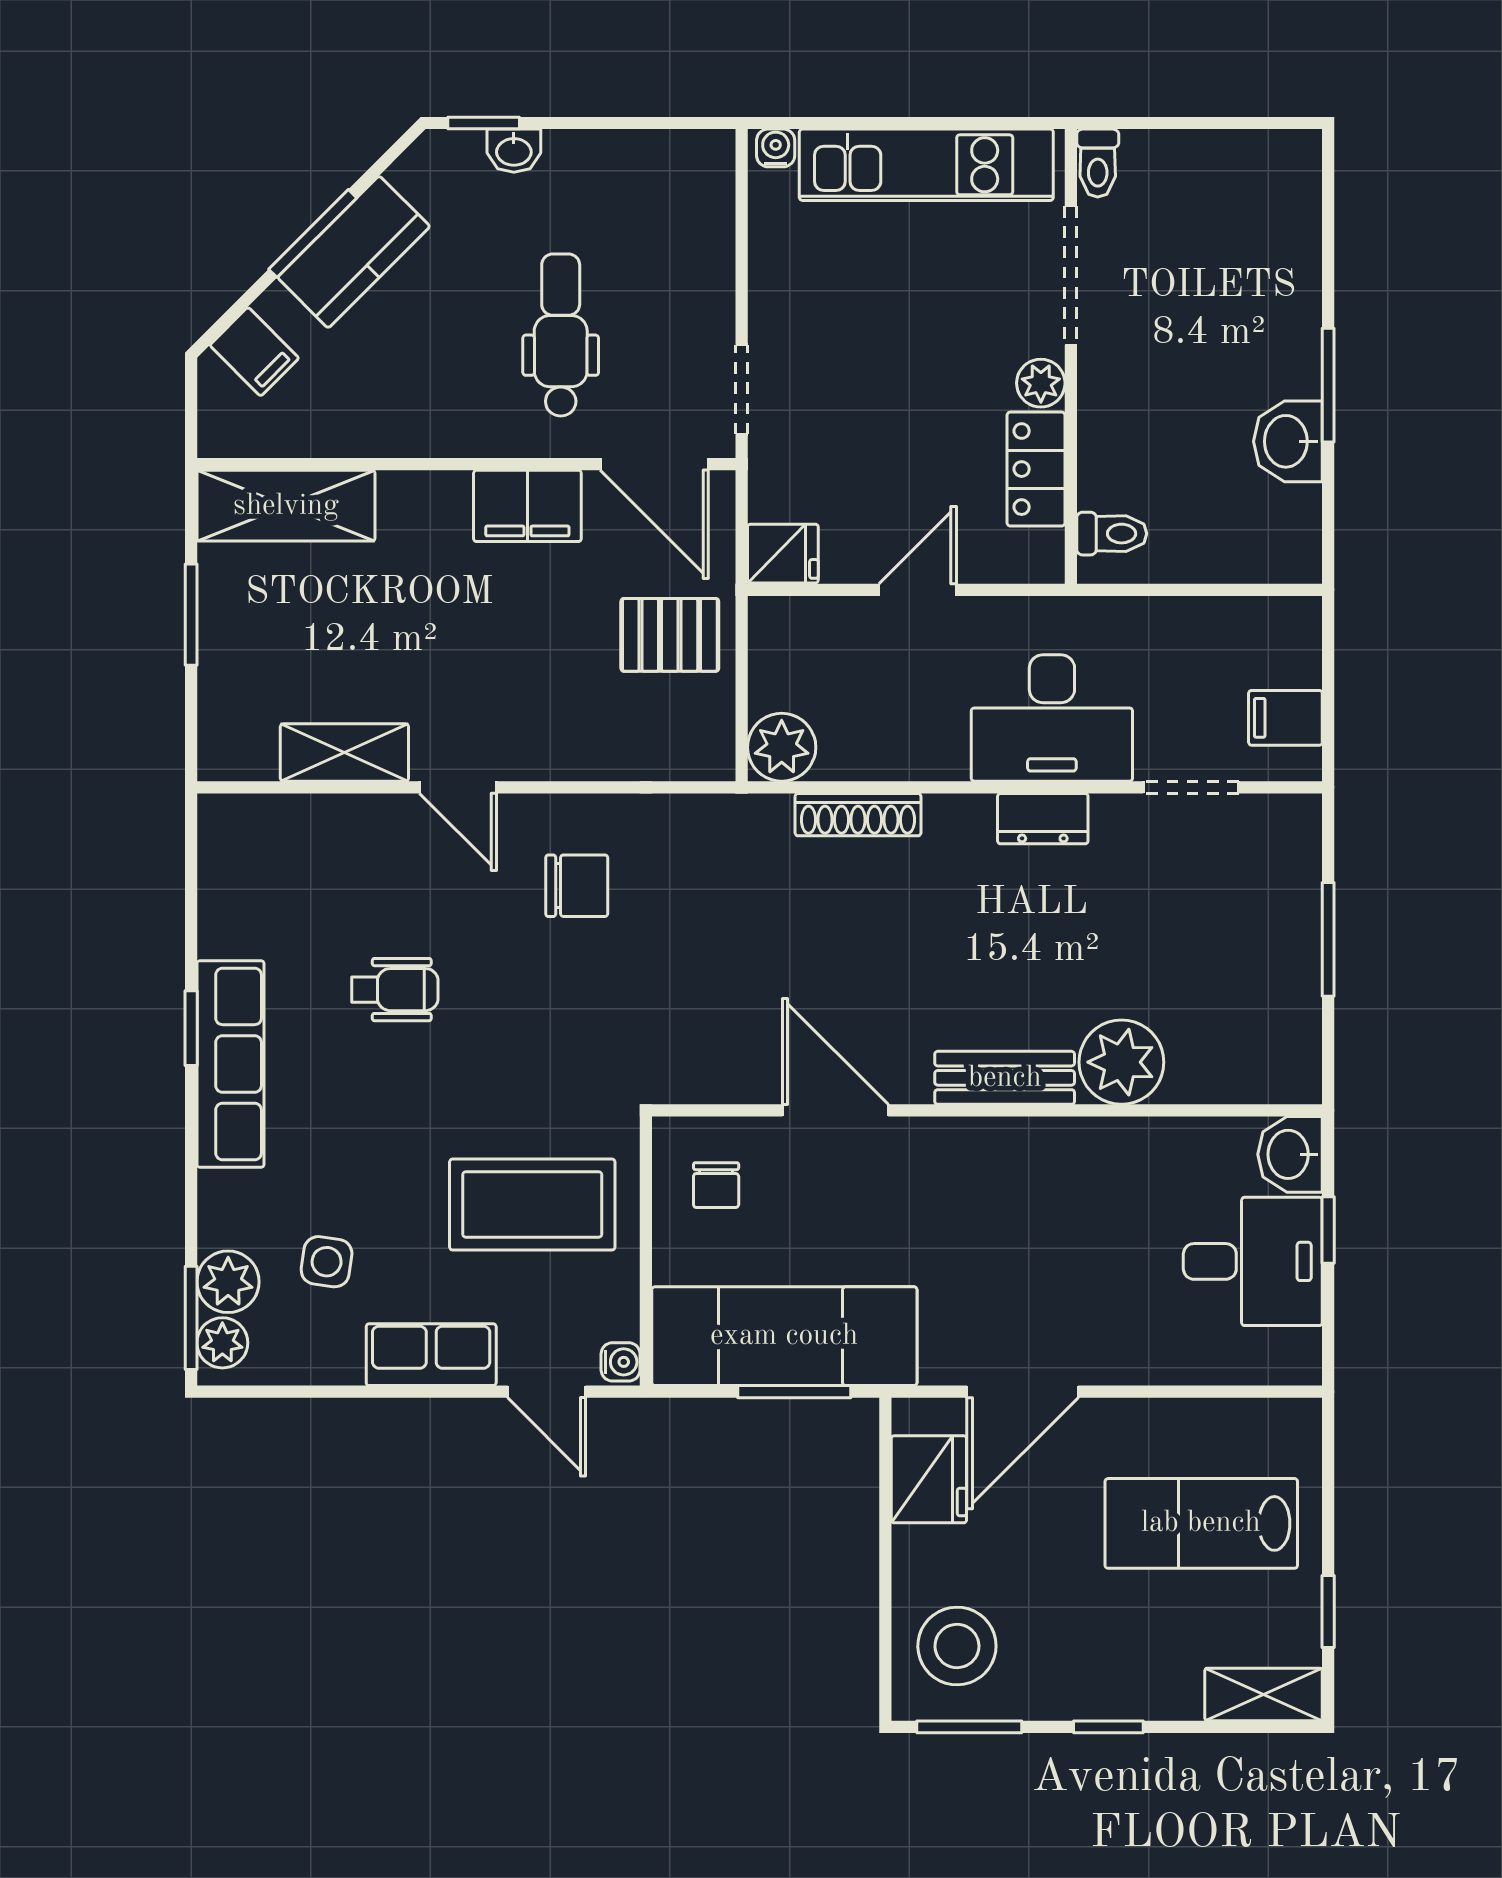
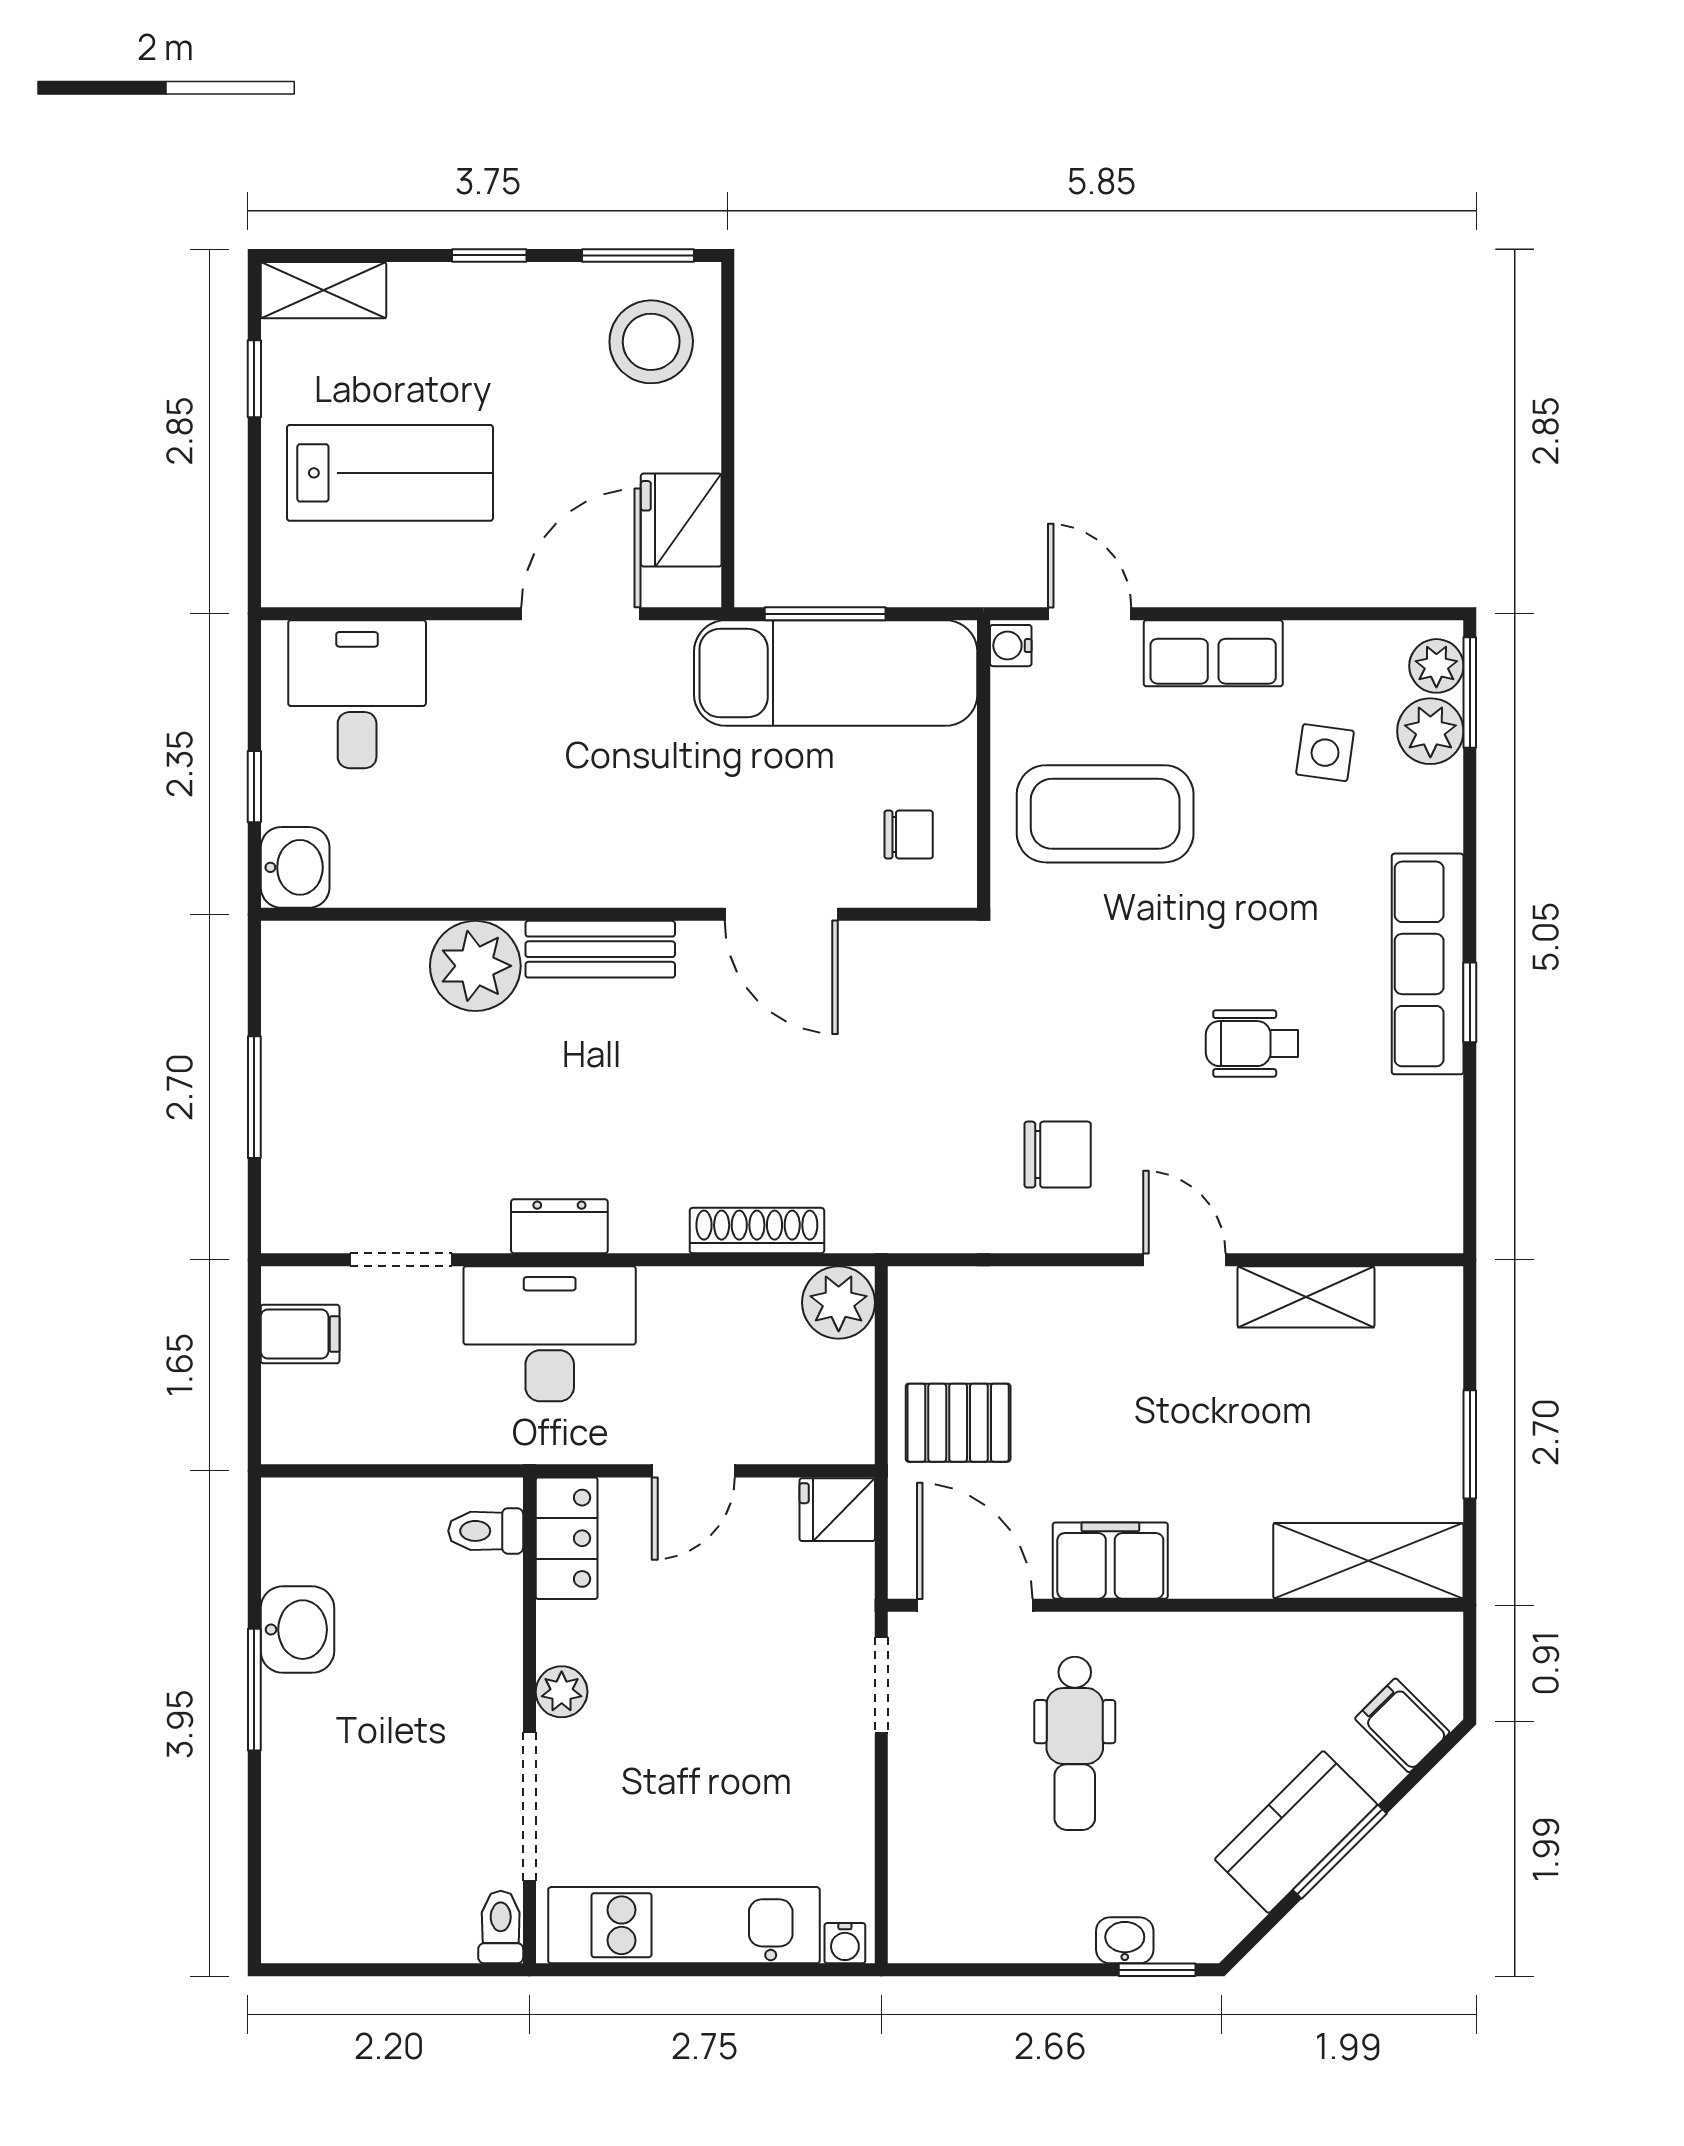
locker: (1036, 469) -> (567, 1538), moved
chair: (577, 886) -> (1058, 1155), turned 180
chair: (716, 1185) -> (909, 835), turned 90
desk: (1253, 1261) -> (357, 694), moved, turned 90

